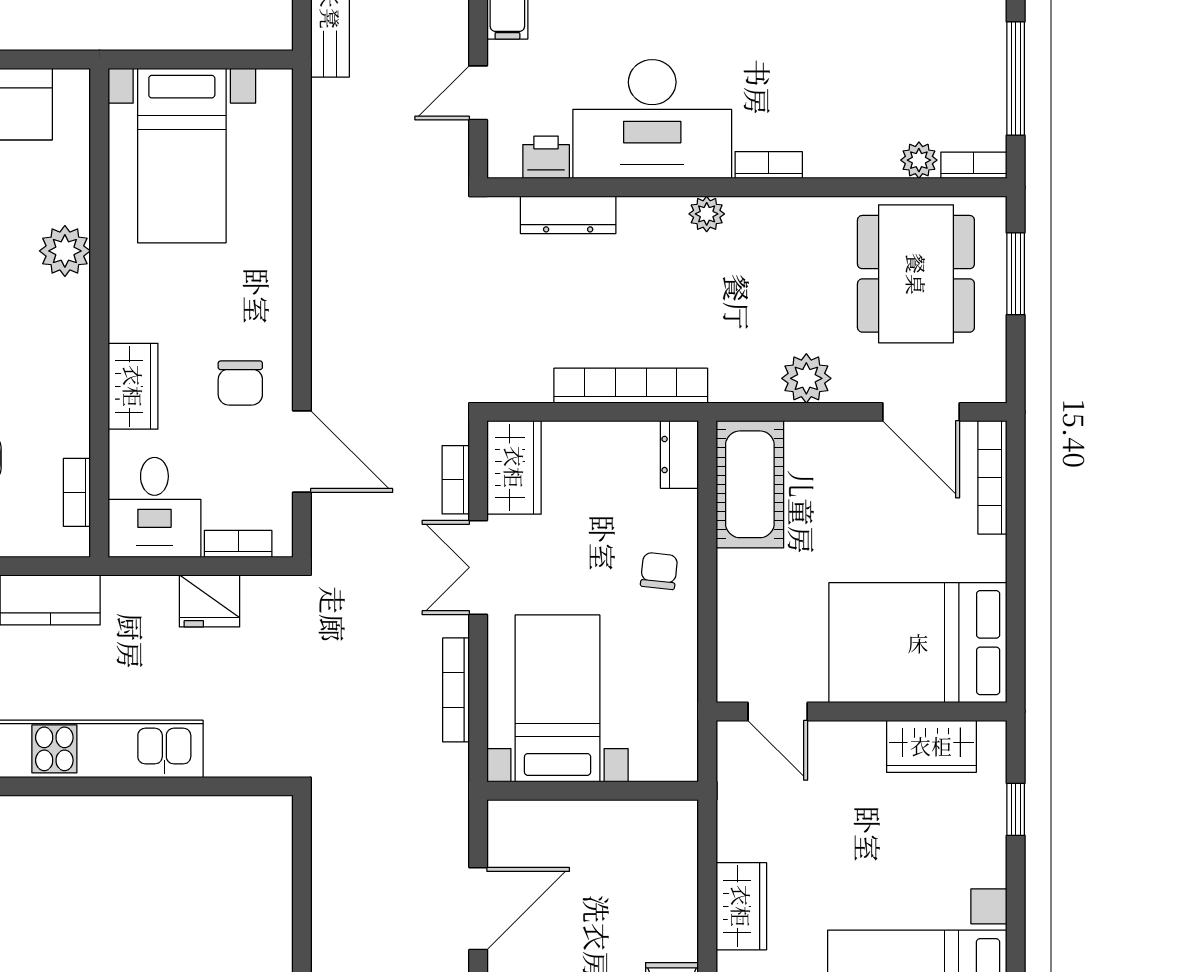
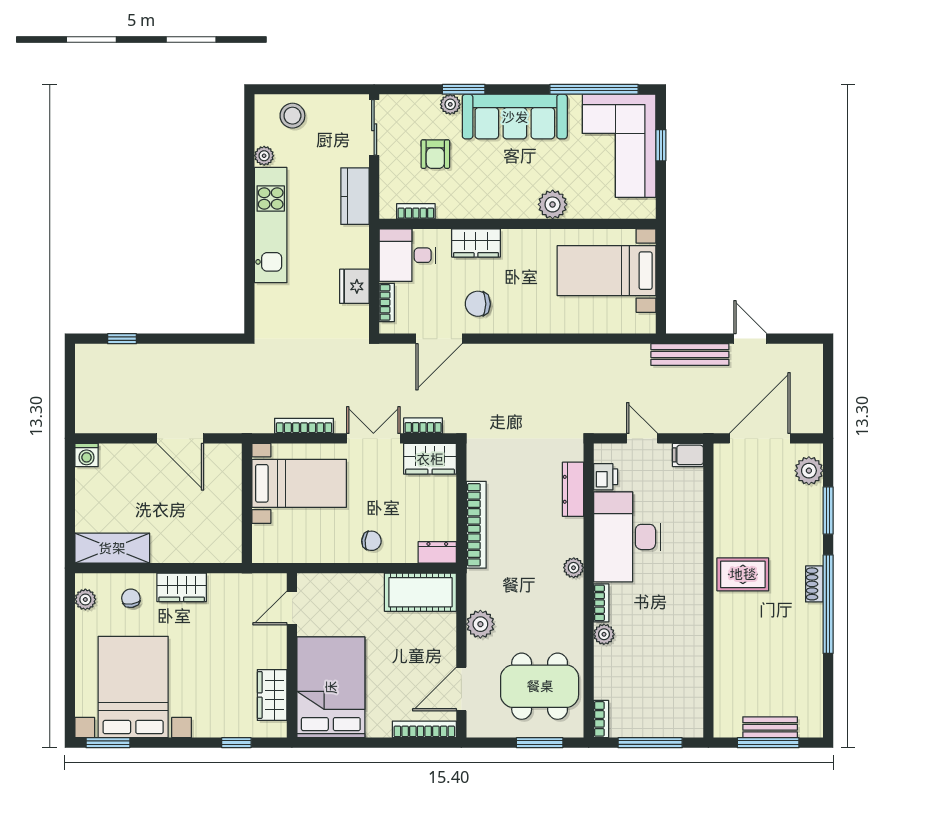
plant: (919, 160) -> (604, 634), moved

